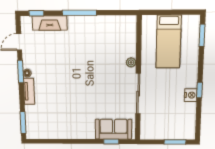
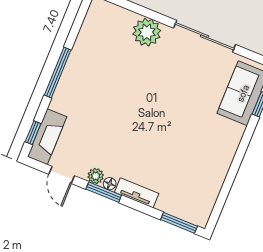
fireplace: (50, 23) -> (47, 137), moved
plant: (131, 62) -> (147, 32), width x1.87, depth x1.87
plant: (28, 63) -> (96, 176), added

